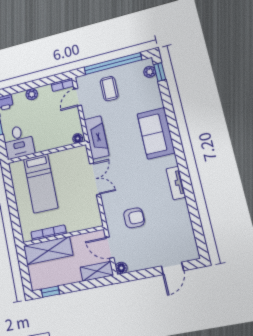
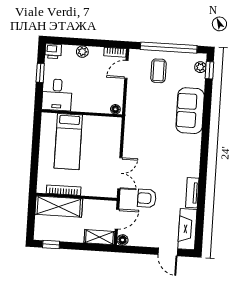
sofa: (156, 133) -> (190, 111), moved
fireplace: (97, 138) -> (187, 229), moved, turned 180
double door: (95, 179) -> (120, 173), moved
tv unit: (176, 183) -> (192, 193), moved
armchair: (134, 218) -> (147, 198), turned 180
door: (110, 248) -> (117, 219), swing flipped
door: (172, 268) -> (168, 252), hinge flipped

